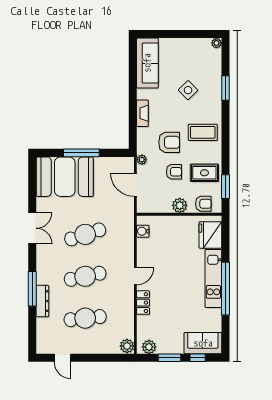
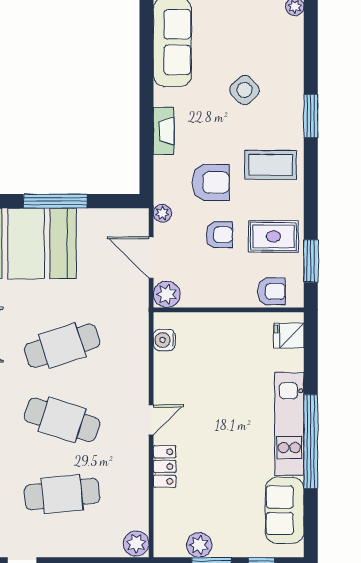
window: (225, 88) -> (311, 116), moved
plant: (180, 205) -> (167, 294), moved
fridge: (210, 235) -> (289, 336), width x0.53, depth x0.75
cafe table: (85, 276) -> (62, 420), turned 30
sofa: (203, 343) -> (285, 510), moved, turned -90
plant: (149, 347) -> (199, 545), moved

